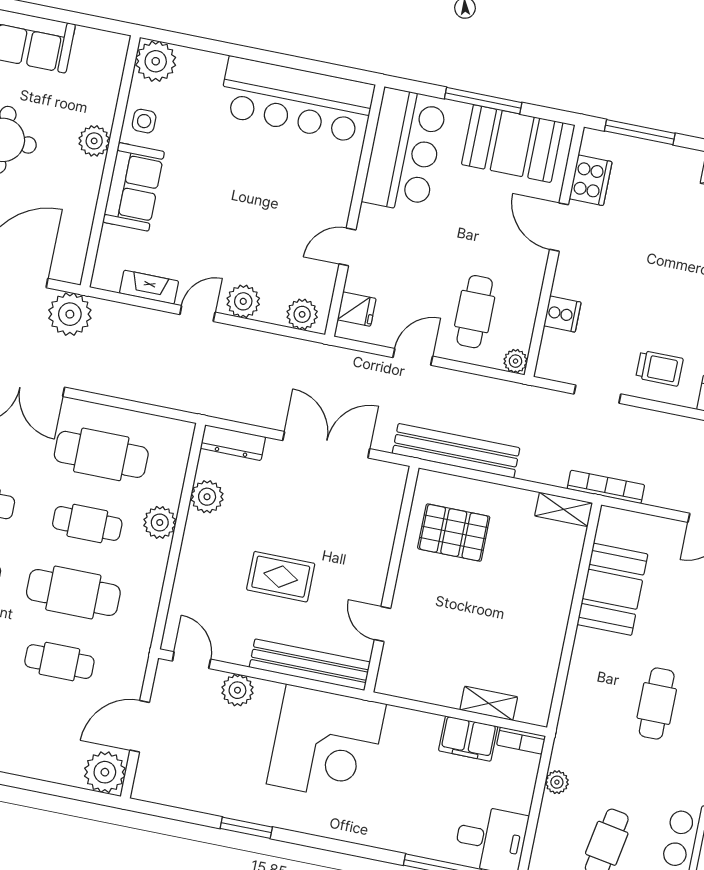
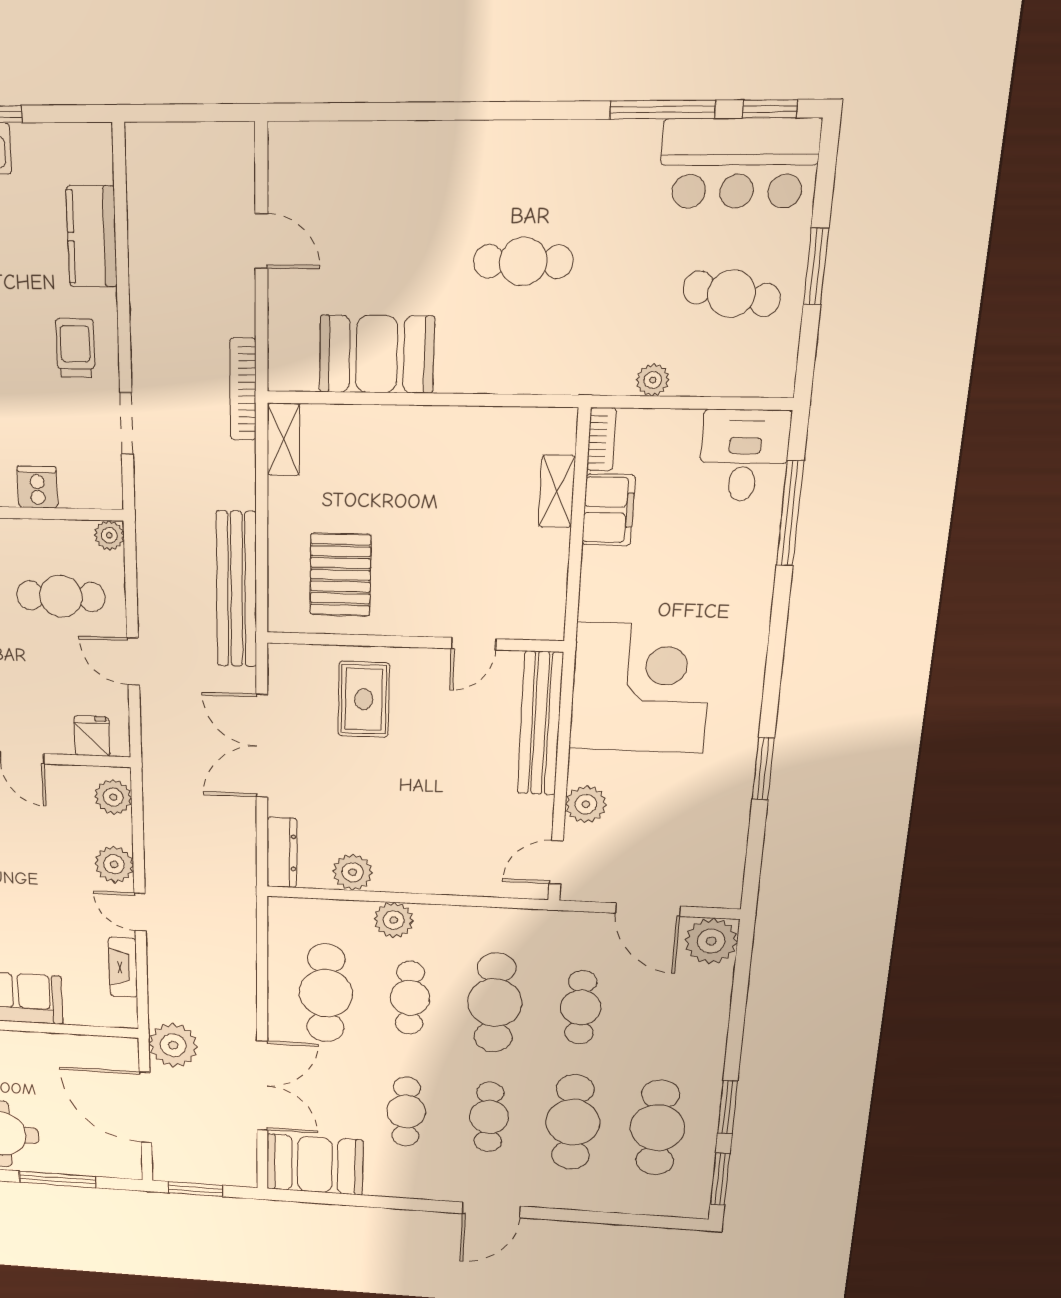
rug: (281, 577) -> (364, 699), moved

